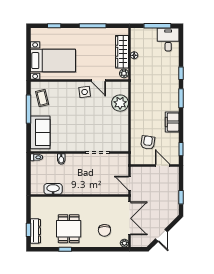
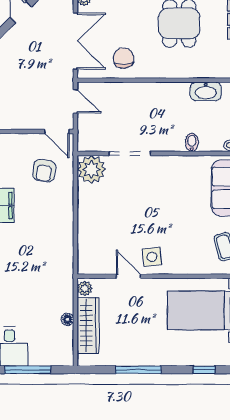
plant: (120, 103) -> (91, 169), moved
door: (163, 165) -> (57, 131), moved
double door: (129, 218) -> (75, 41), swing flipped
chair: (104, 230) -> (124, 58), moved

